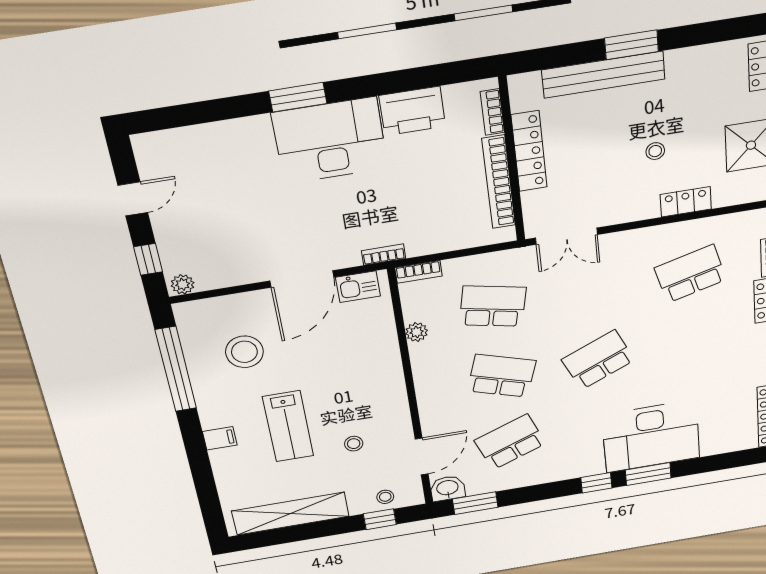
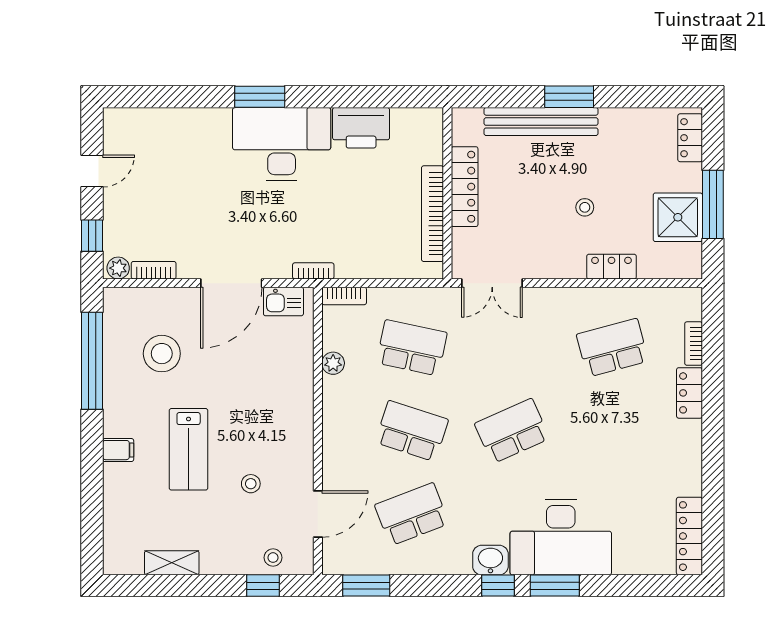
bookcase: (492, 112) -> (154, 270), moved, turned 90
washbasin: (448, 488) -> (490, 560), moved
shelving: (291, 514) -> (172, 563), width x0.45, depth x0.75

